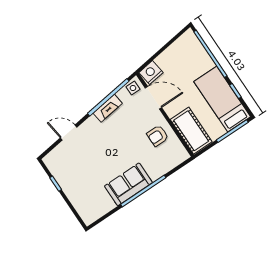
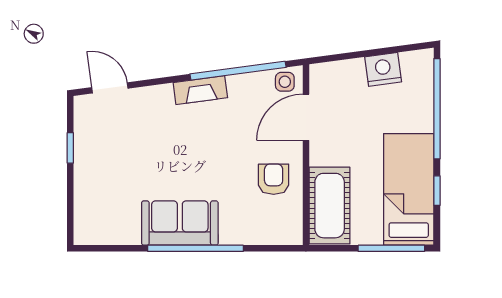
nightstand: (151, 73) -> (383, 69), moved
door: (153, 98) -> (306, 117), swing flipped
fireplace: (108, 108) -> (200, 90), moved
door: (69, 133) -> (110, 88), moved
armchair: (158, 136) -> (274, 179), turned 90

